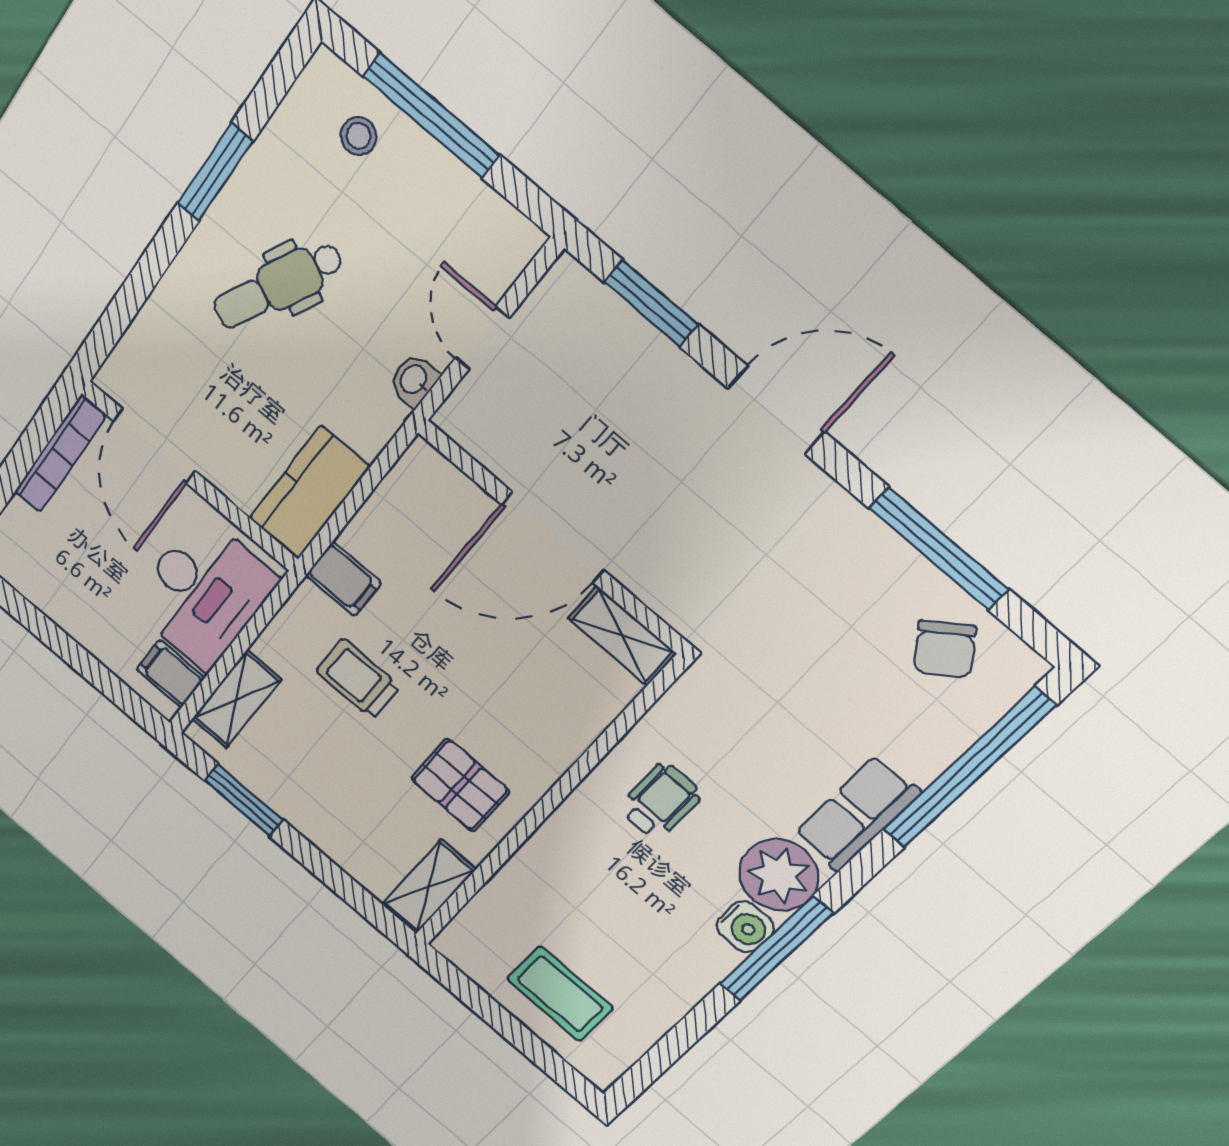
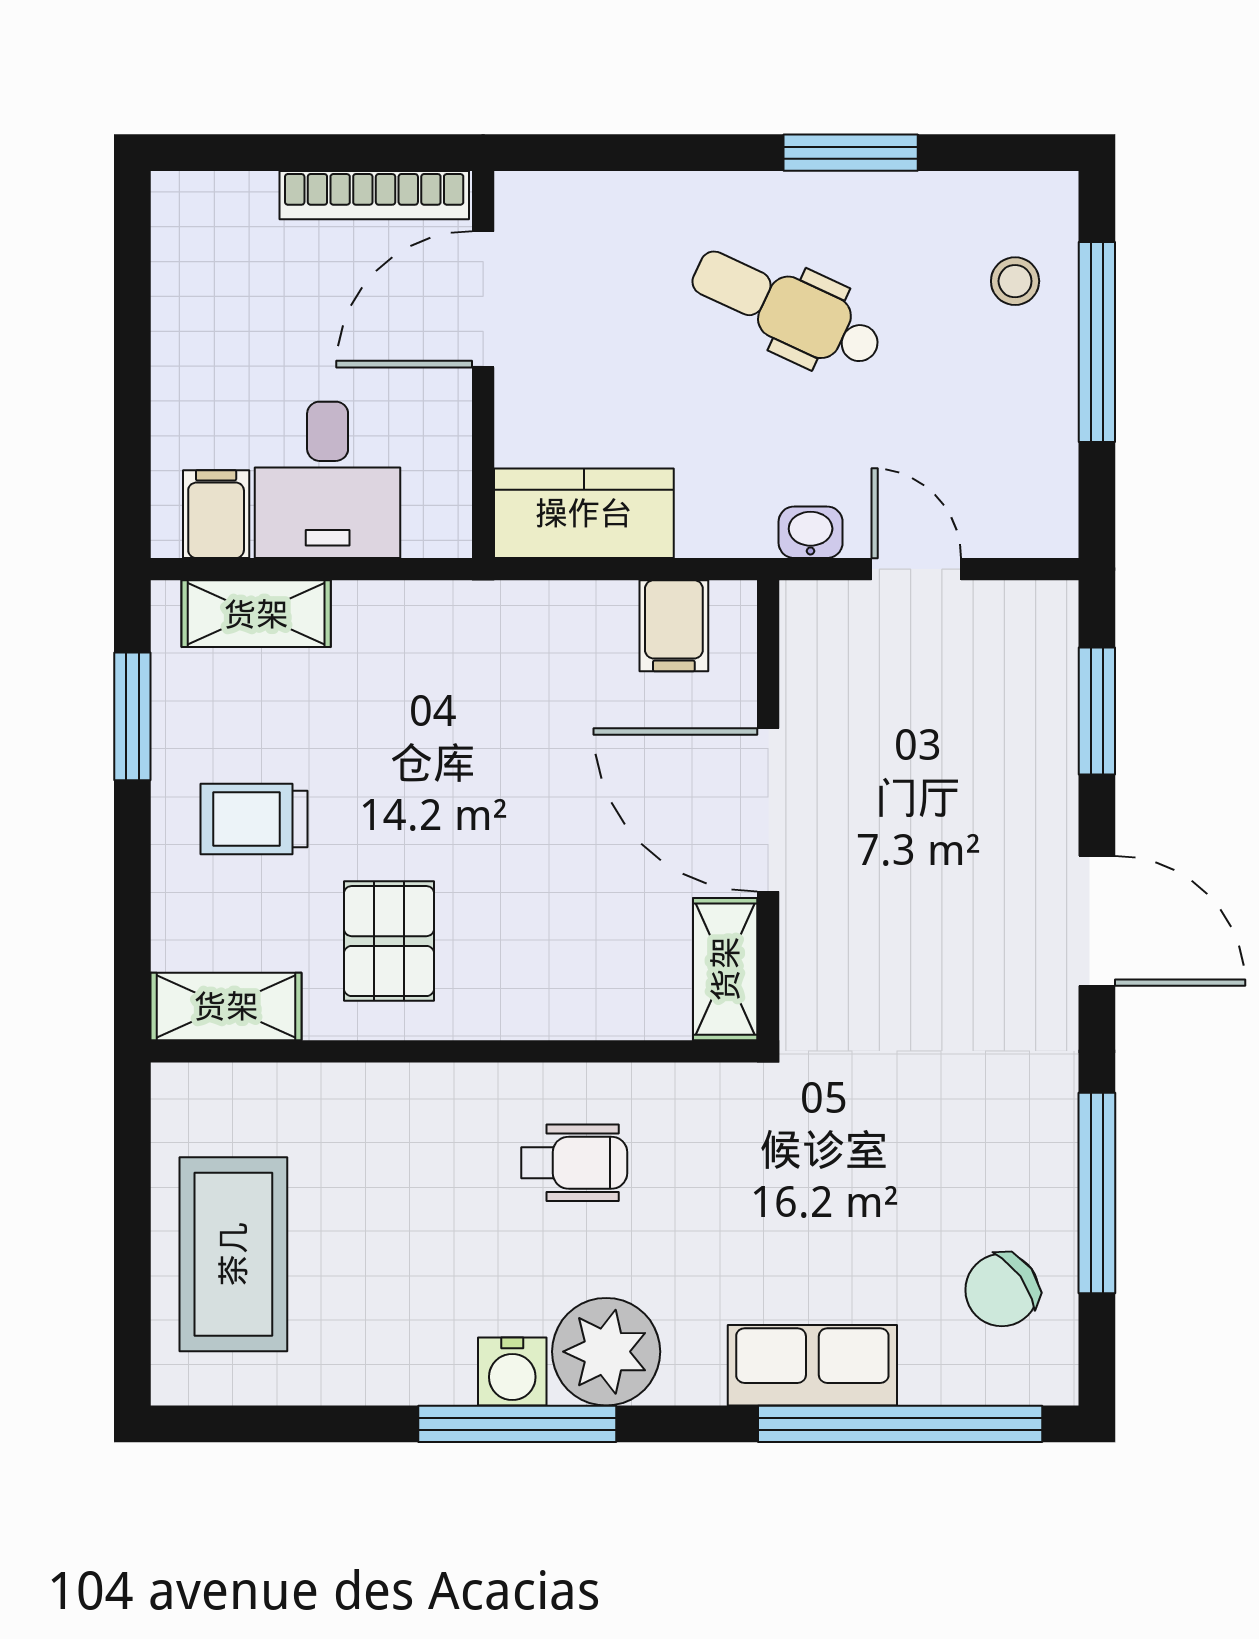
door: (482, 338) -> (916, 569), hinge flipped
filing cabinet: (344, 579) -> (674, 626), moved
desk: (203, 593) -> (328, 480), width x0.73
trolley: (358, 679) -> (254, 819), moved, turned -90
row of seats: (857, 814) -> (812, 1365), moved
coffee table: (560, 994) -> (233, 1254), width x1.36, depth x1.32

